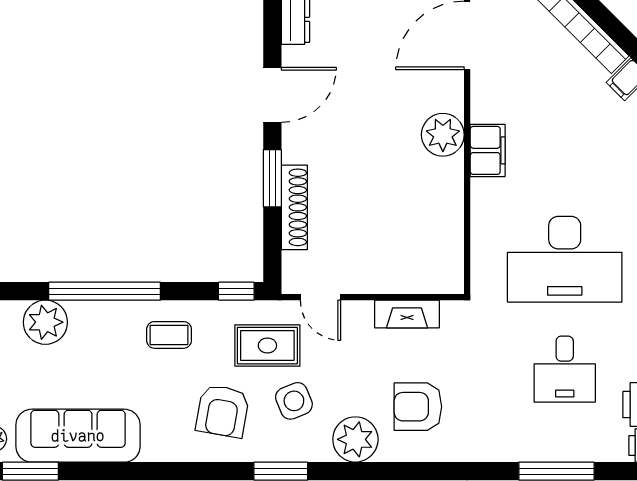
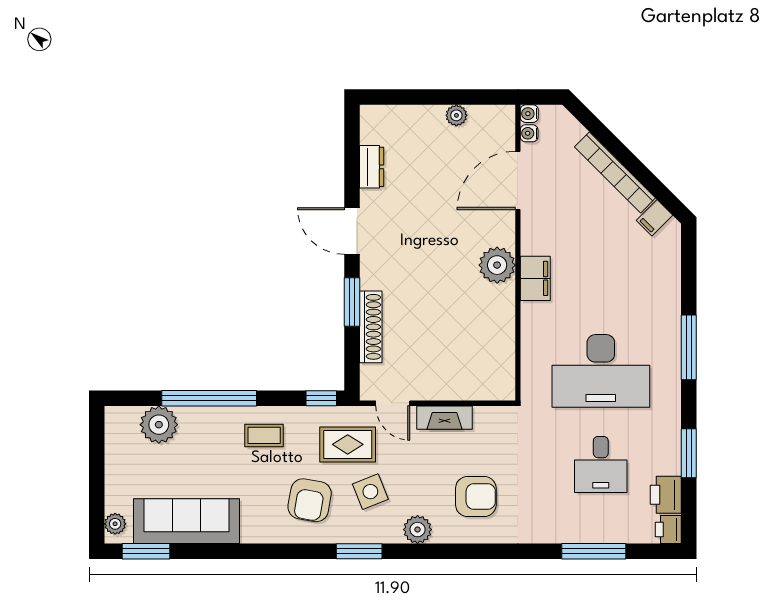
door: (272, 95) -> (352, 231), swing flipped
fireplace: (407, 314) -> (445, 418), moved
armchair: (418, 407) -> (476, 496), turned 180
plant: (355, 439) -> (418, 530), width x0.73, depth x0.73

